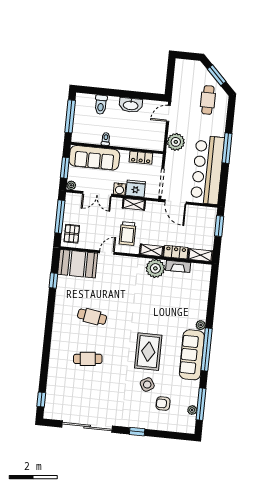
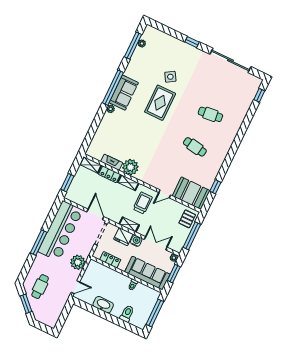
sofa: (192, 355) -> (124, 93), width x0.73
armchair: (163, 404) -> (163, 57), removed

